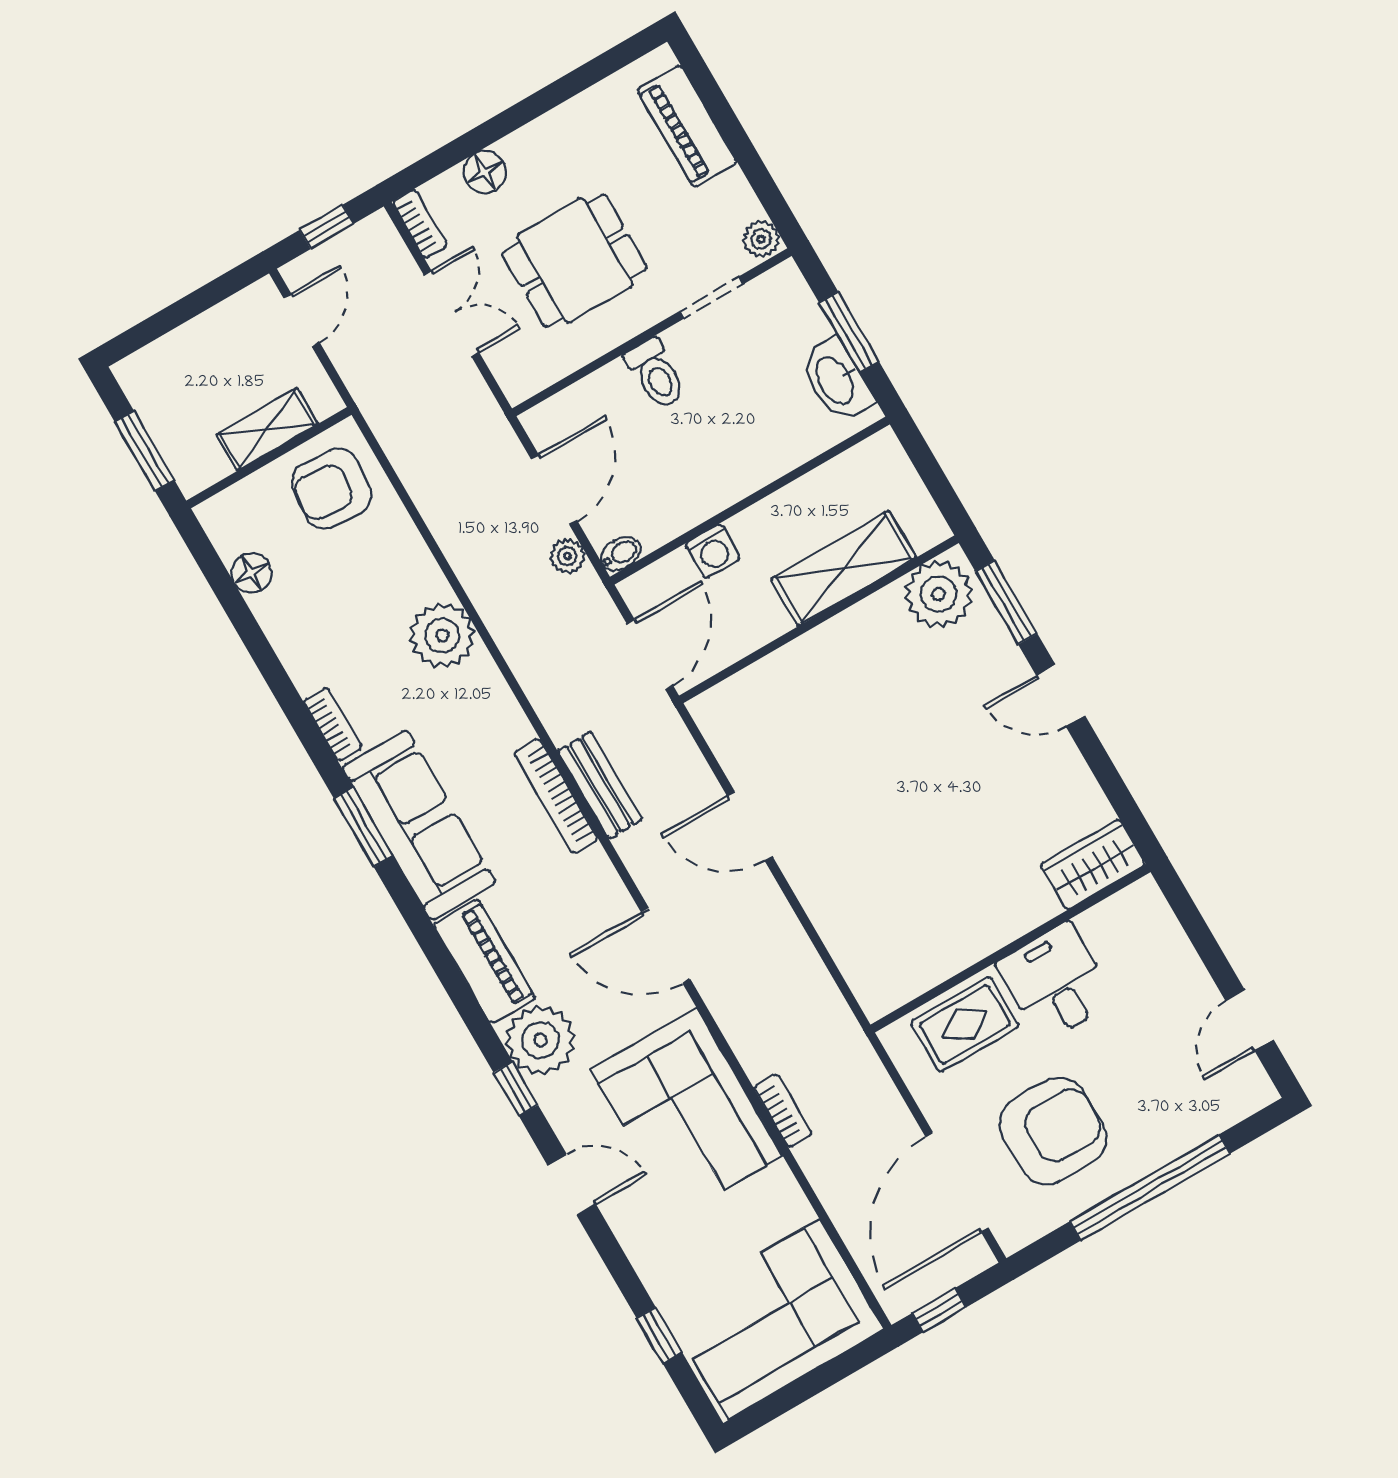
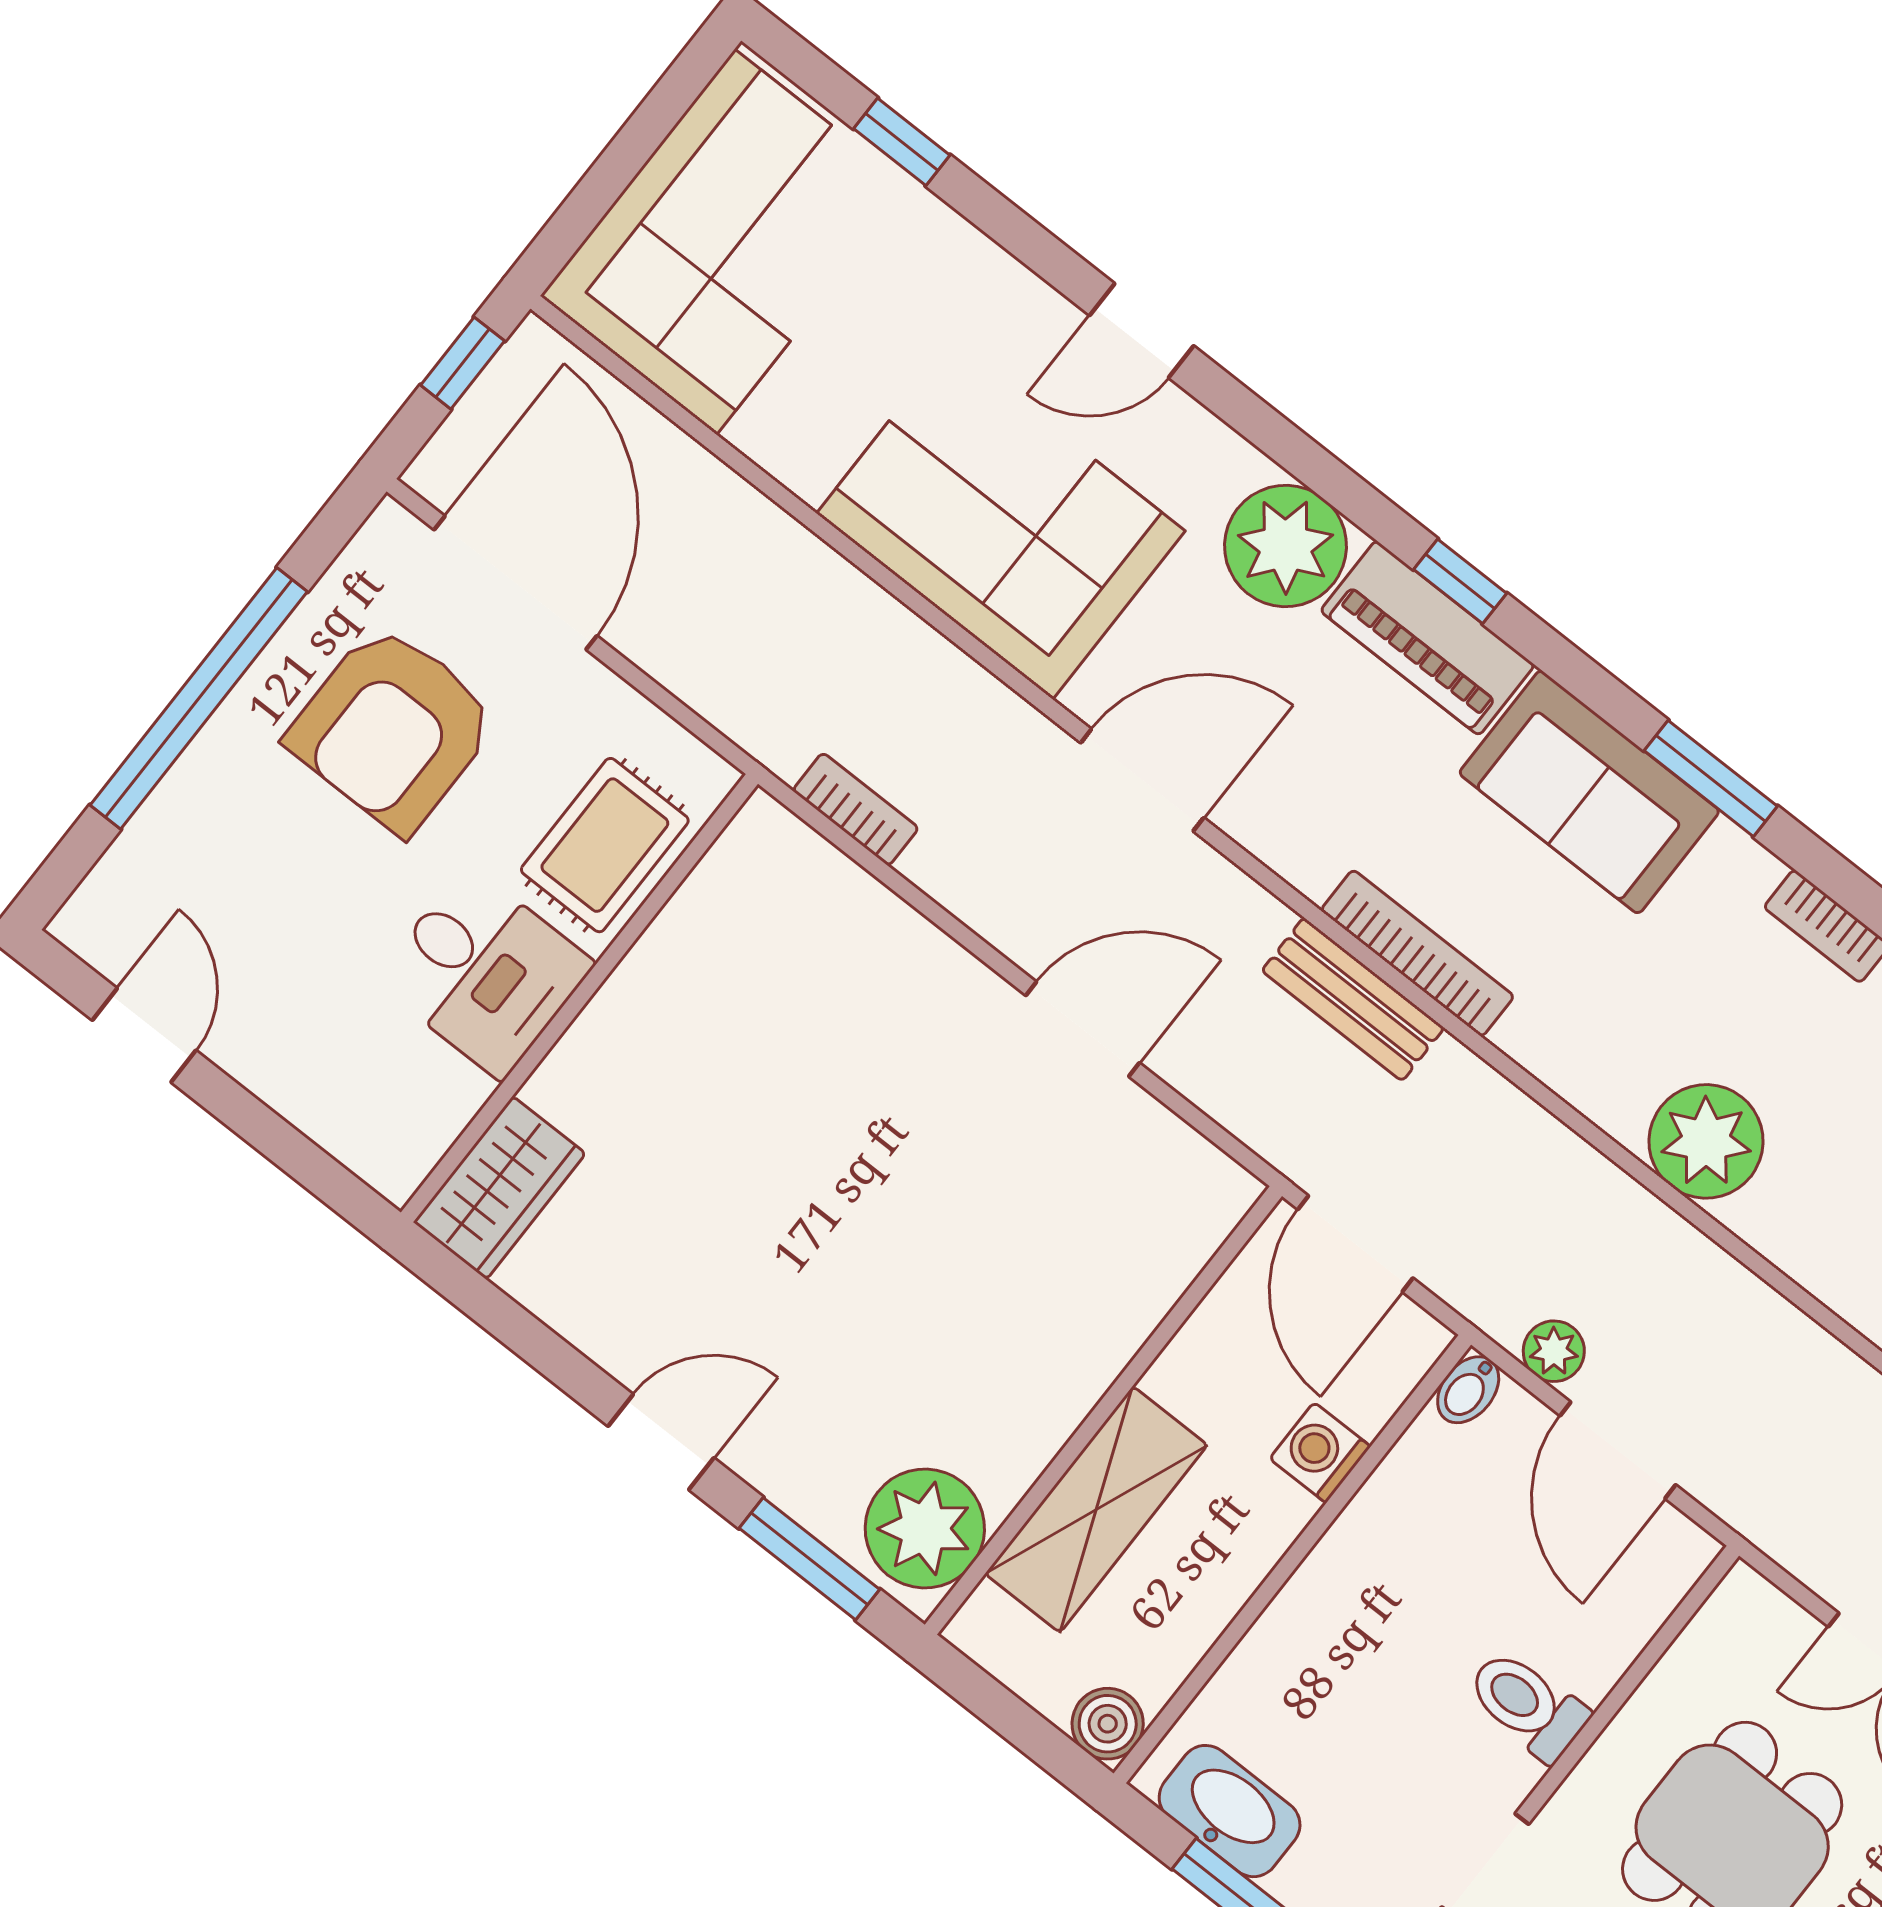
boiler: (883, 452) -> (1108, 1724), added
sofa: (419, 825) -> (1589, 792), width x0.73
window: (516, 1089) -> (1460, 581), moved
bookcase: (783, 1111) -> (856, 809), moved, turned 180

